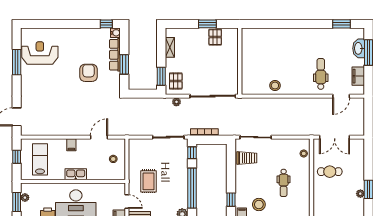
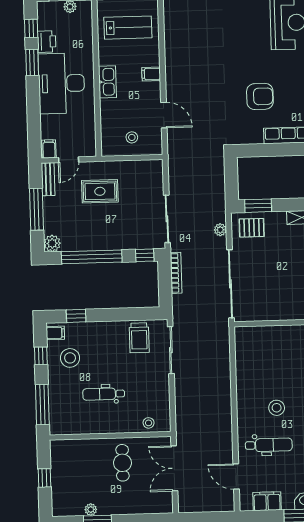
window: (124, 64) -> (274, 150), removed
stool: (275, 86) -> (277, 408), moved

